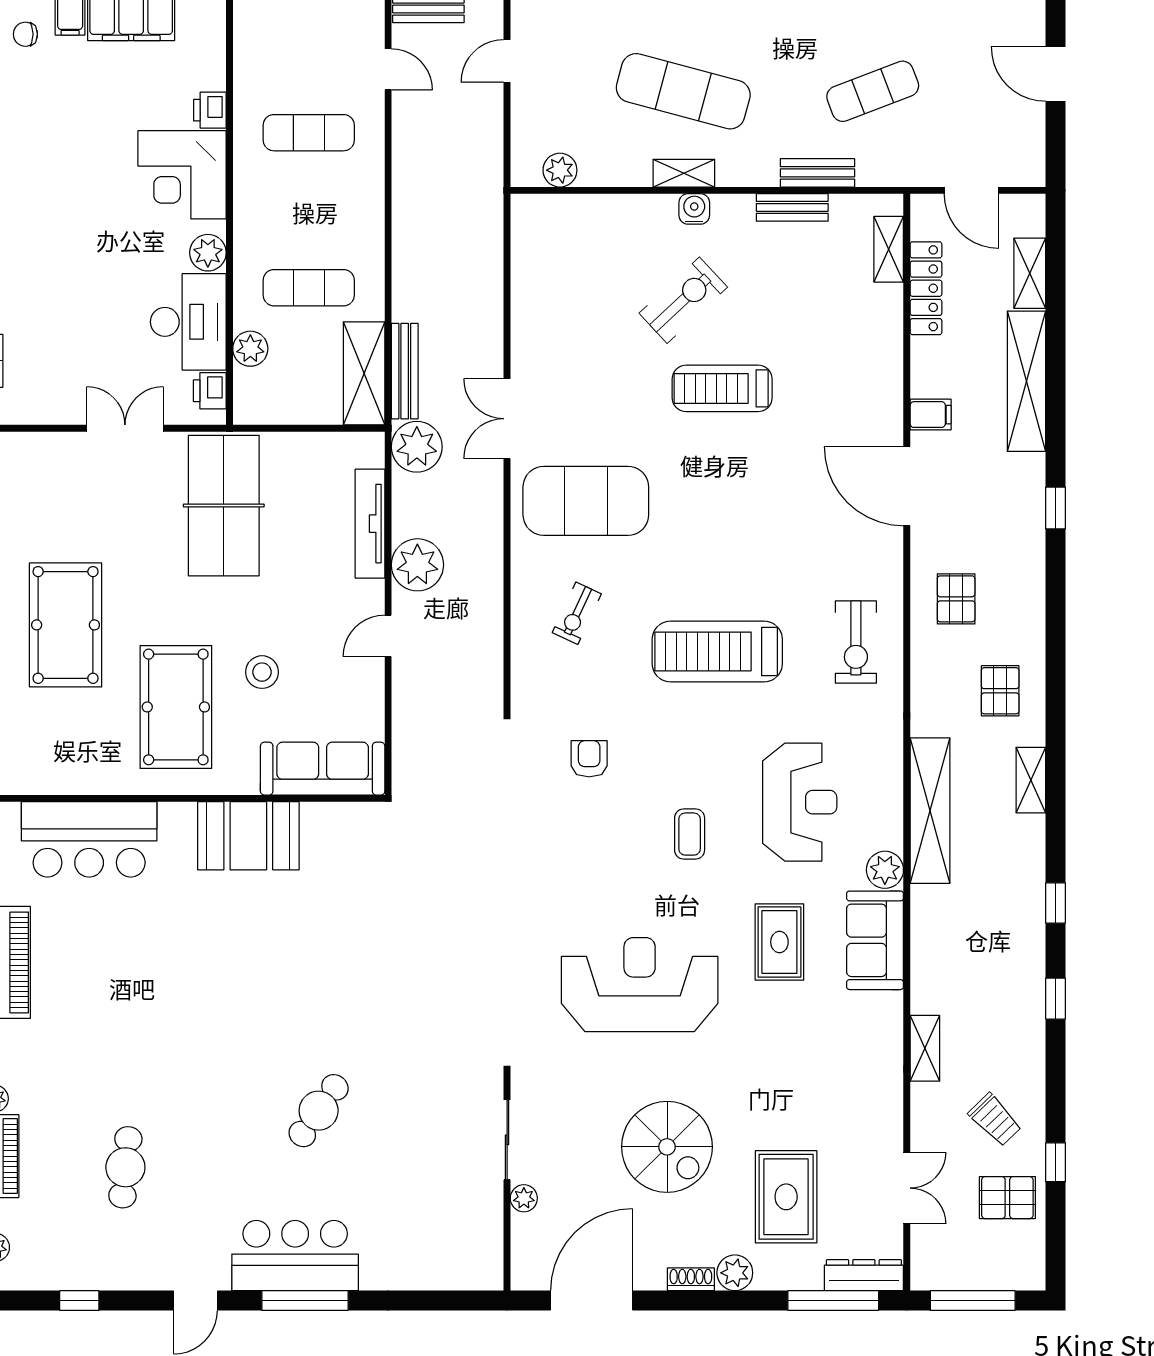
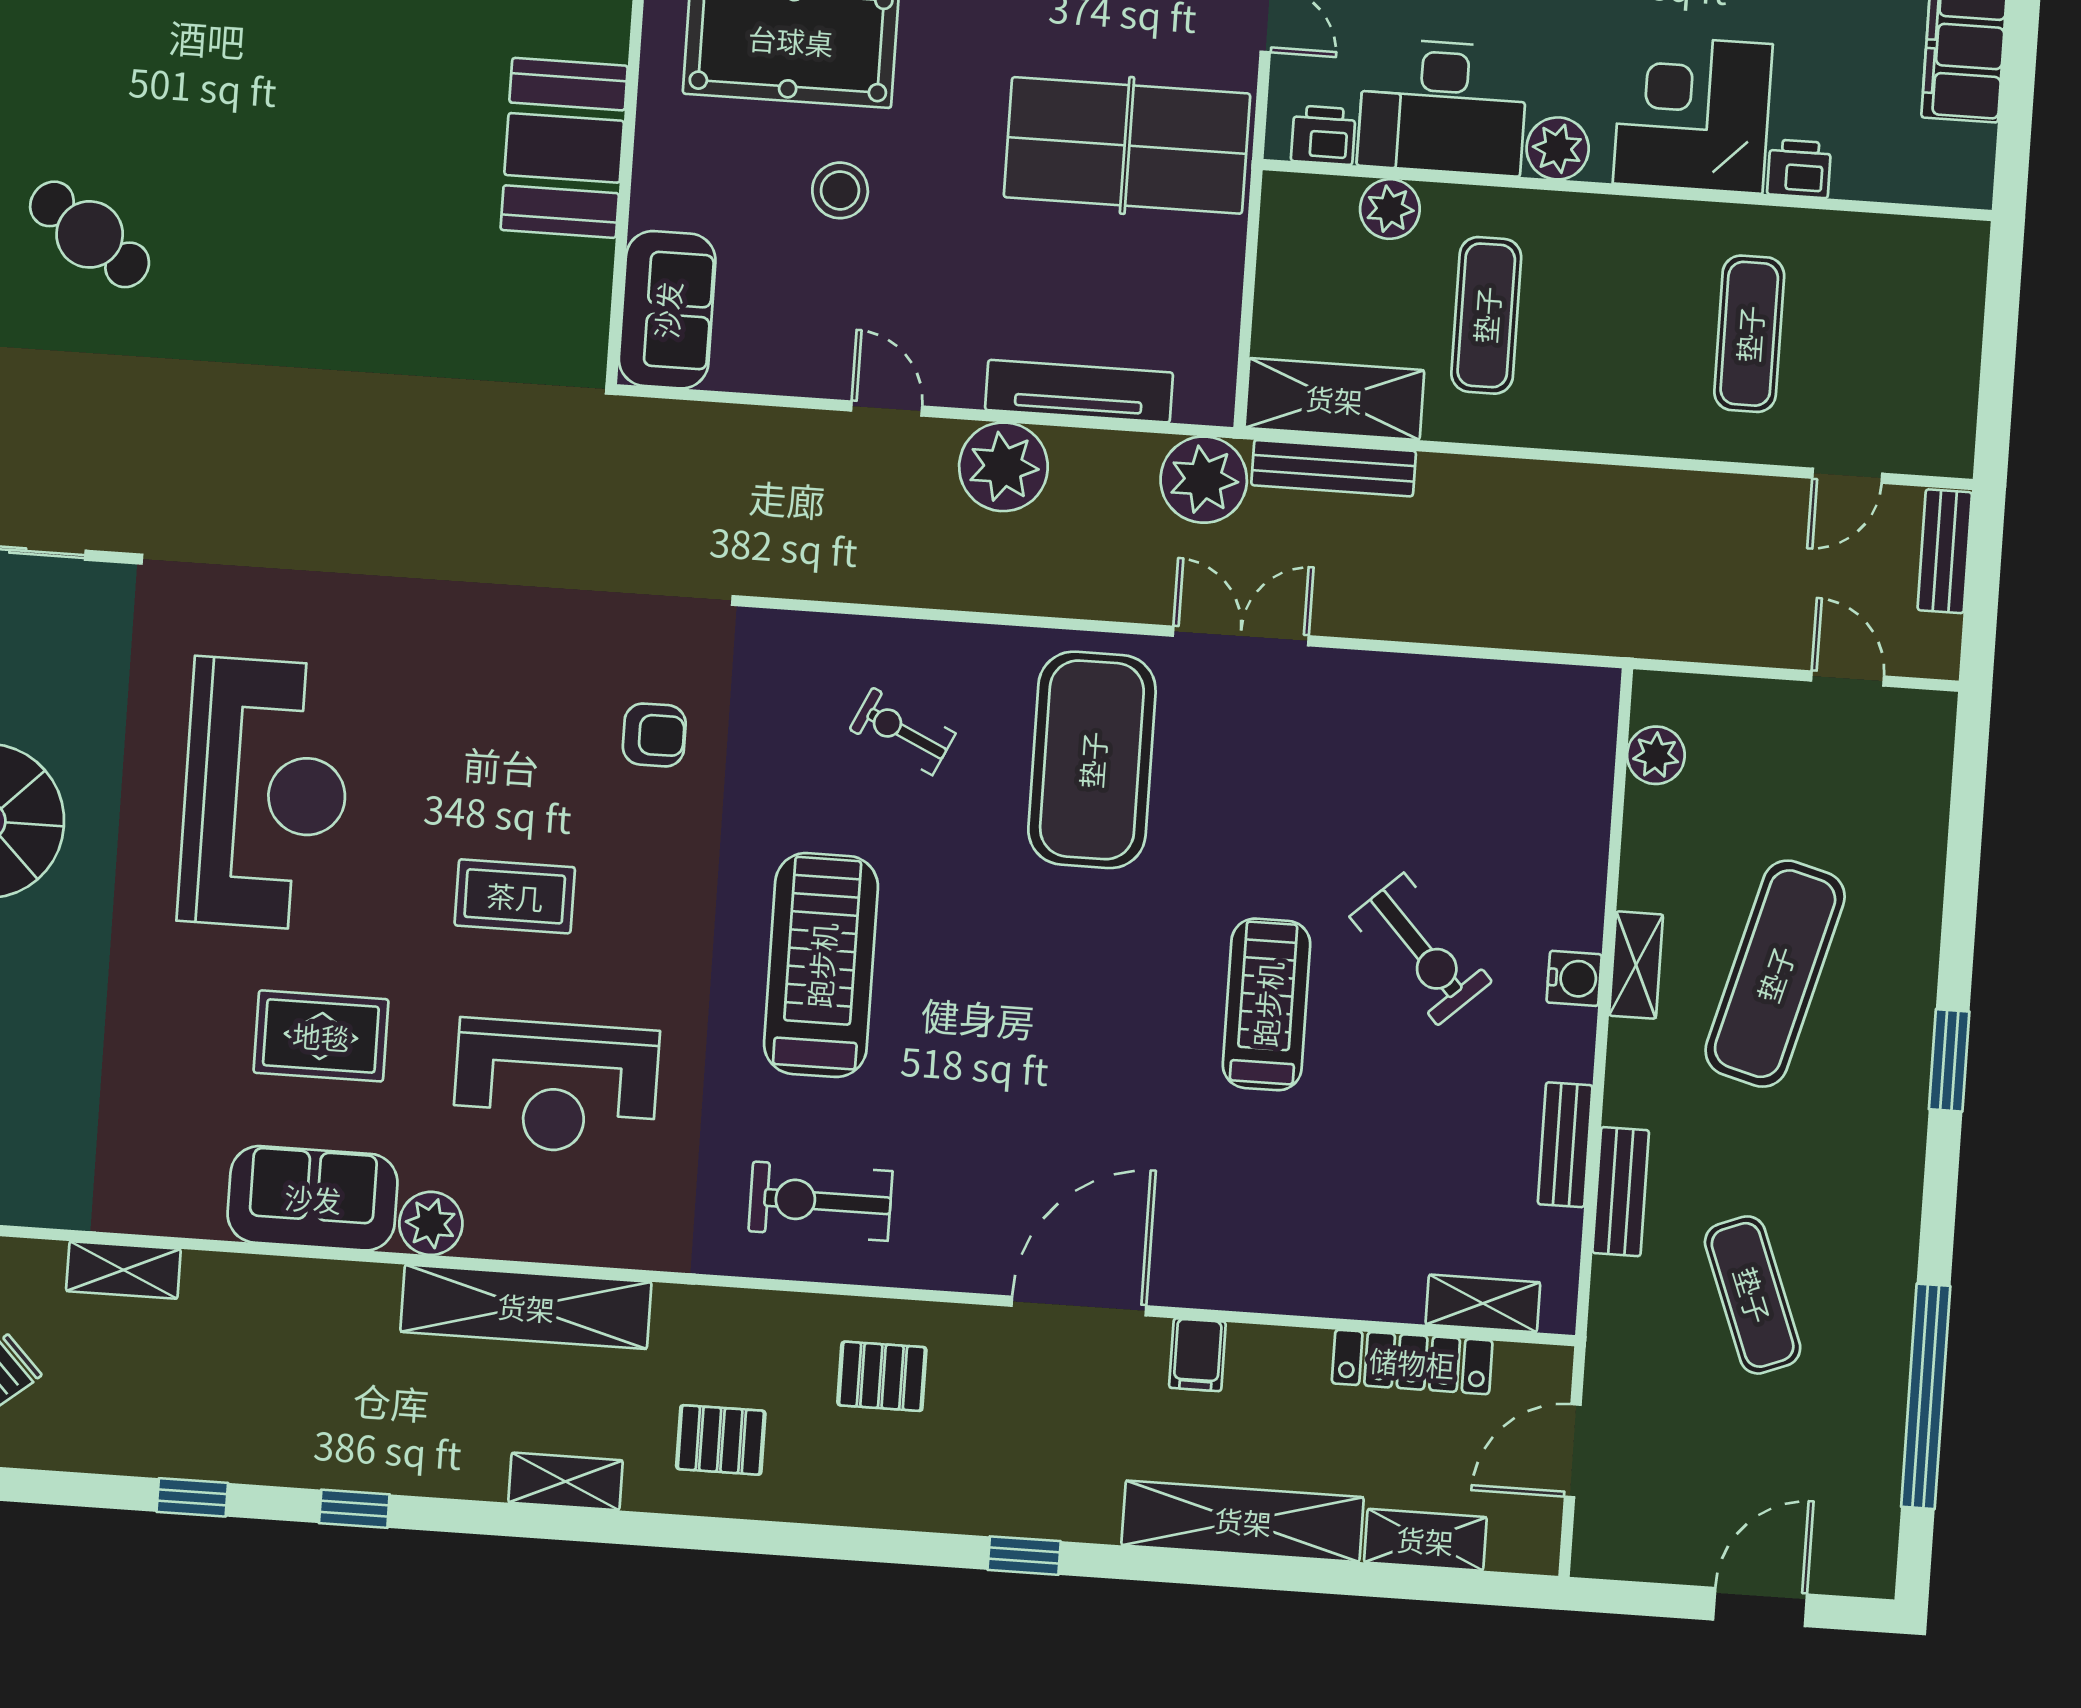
sofa: (323, 769) -> (667, 310), width x0.73
coffee table: (690, 834) -> (515, 896), width x1.36, depth x1.30

